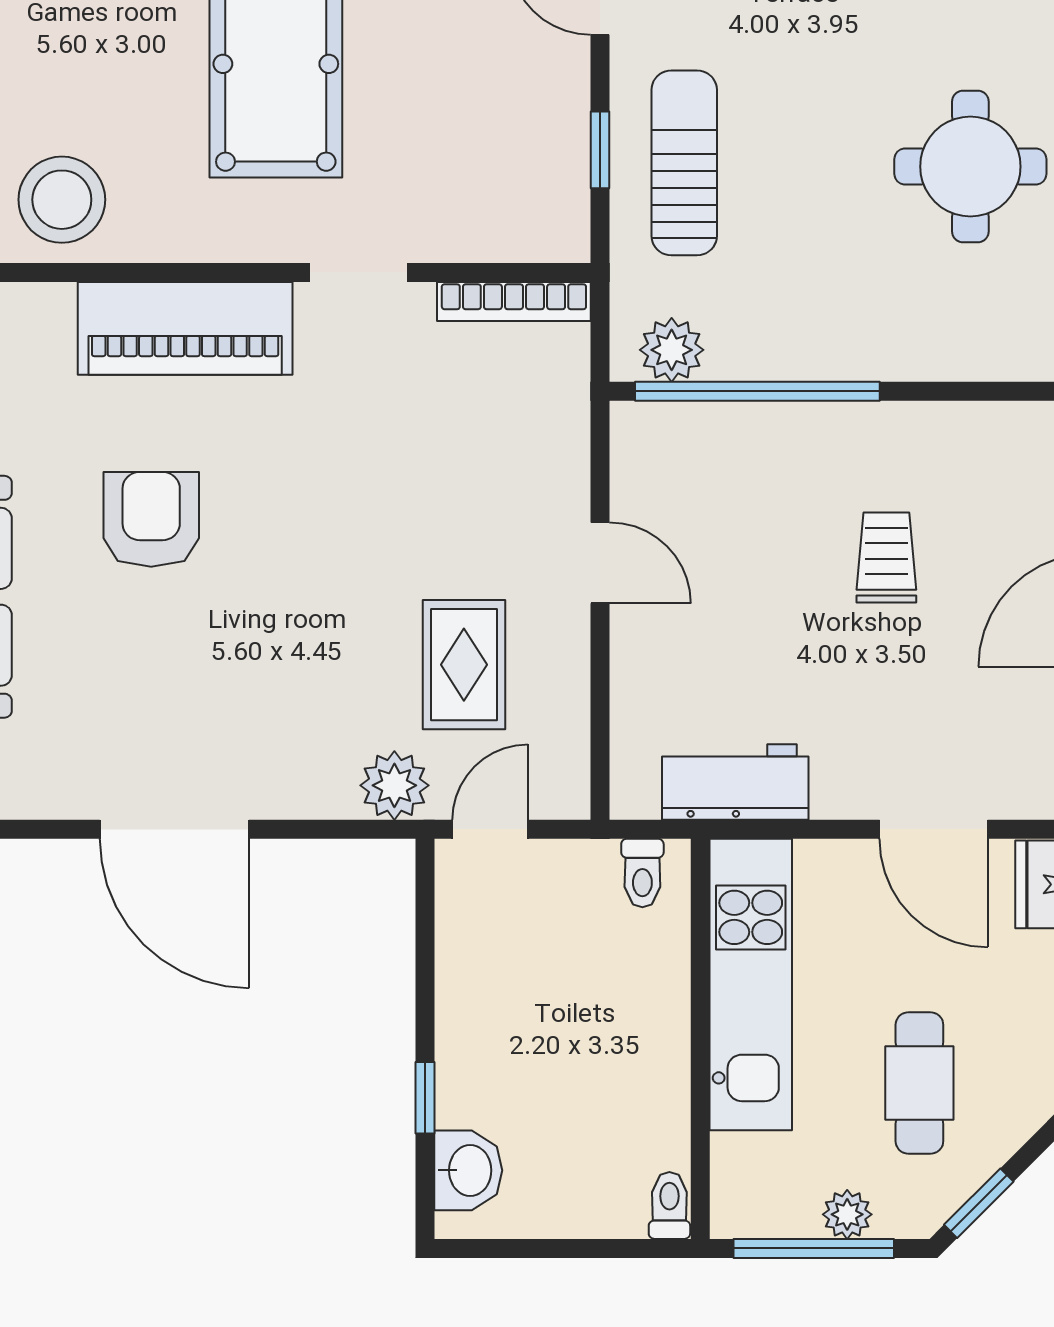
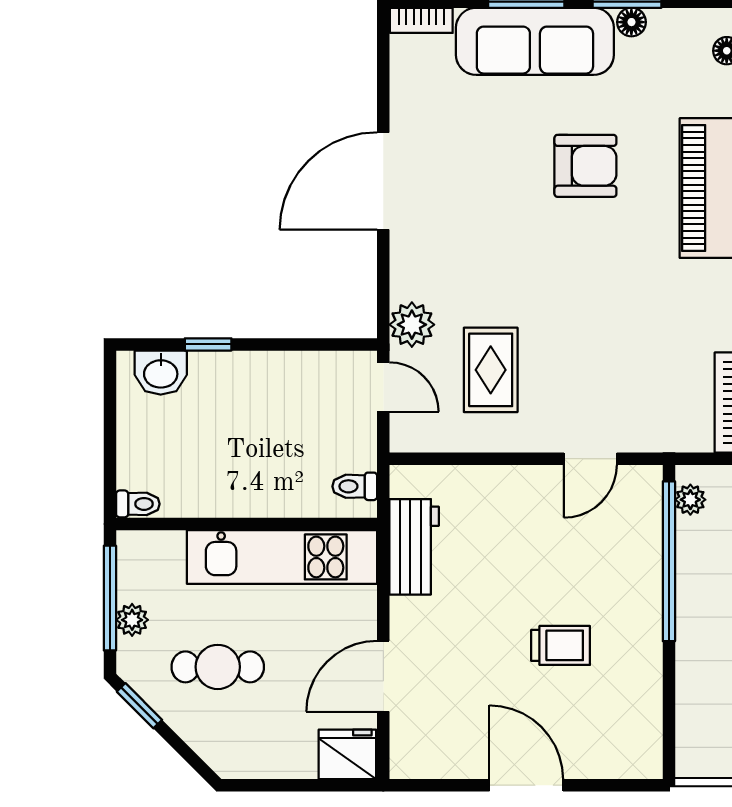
plant: (672, 350) -> (690, 500), width x0.73, depth x0.73
door: (600, 563) -> (590, 459), moved
rug: (464, 665) -> (491, 370), turned 90

